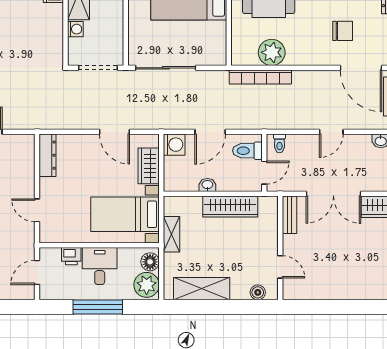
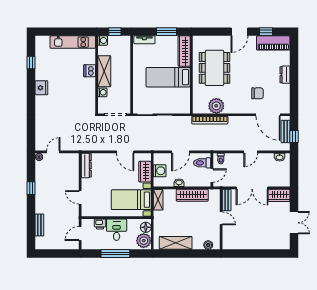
washing machine: (174, 145) -> (160, 171), moved
shelving: (171, 234) -> (158, 200), moved
door: (280, 267) -> (221, 218), moved

